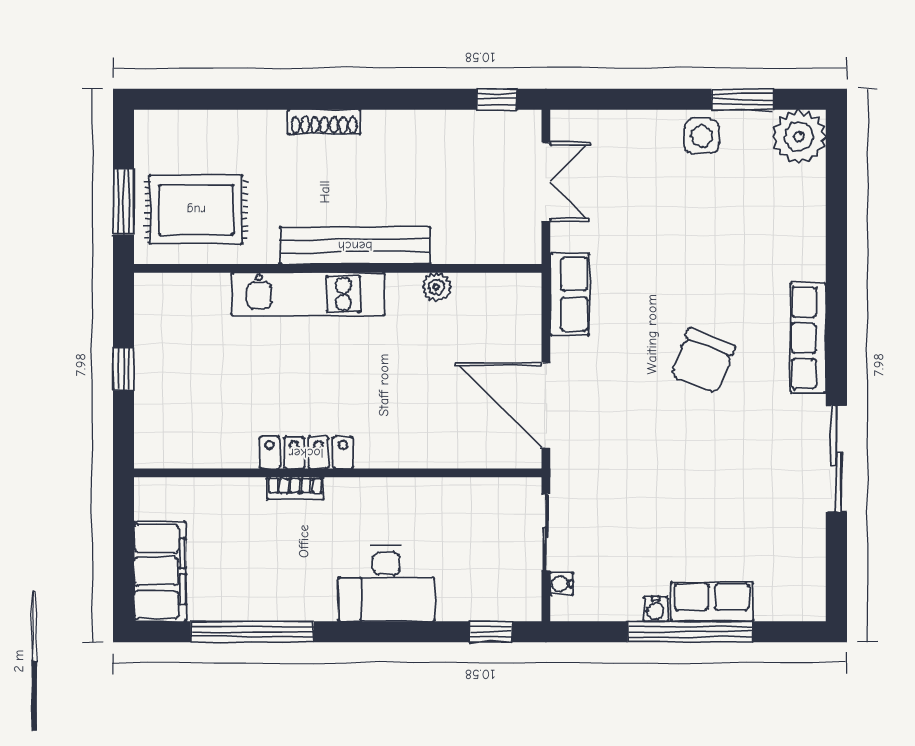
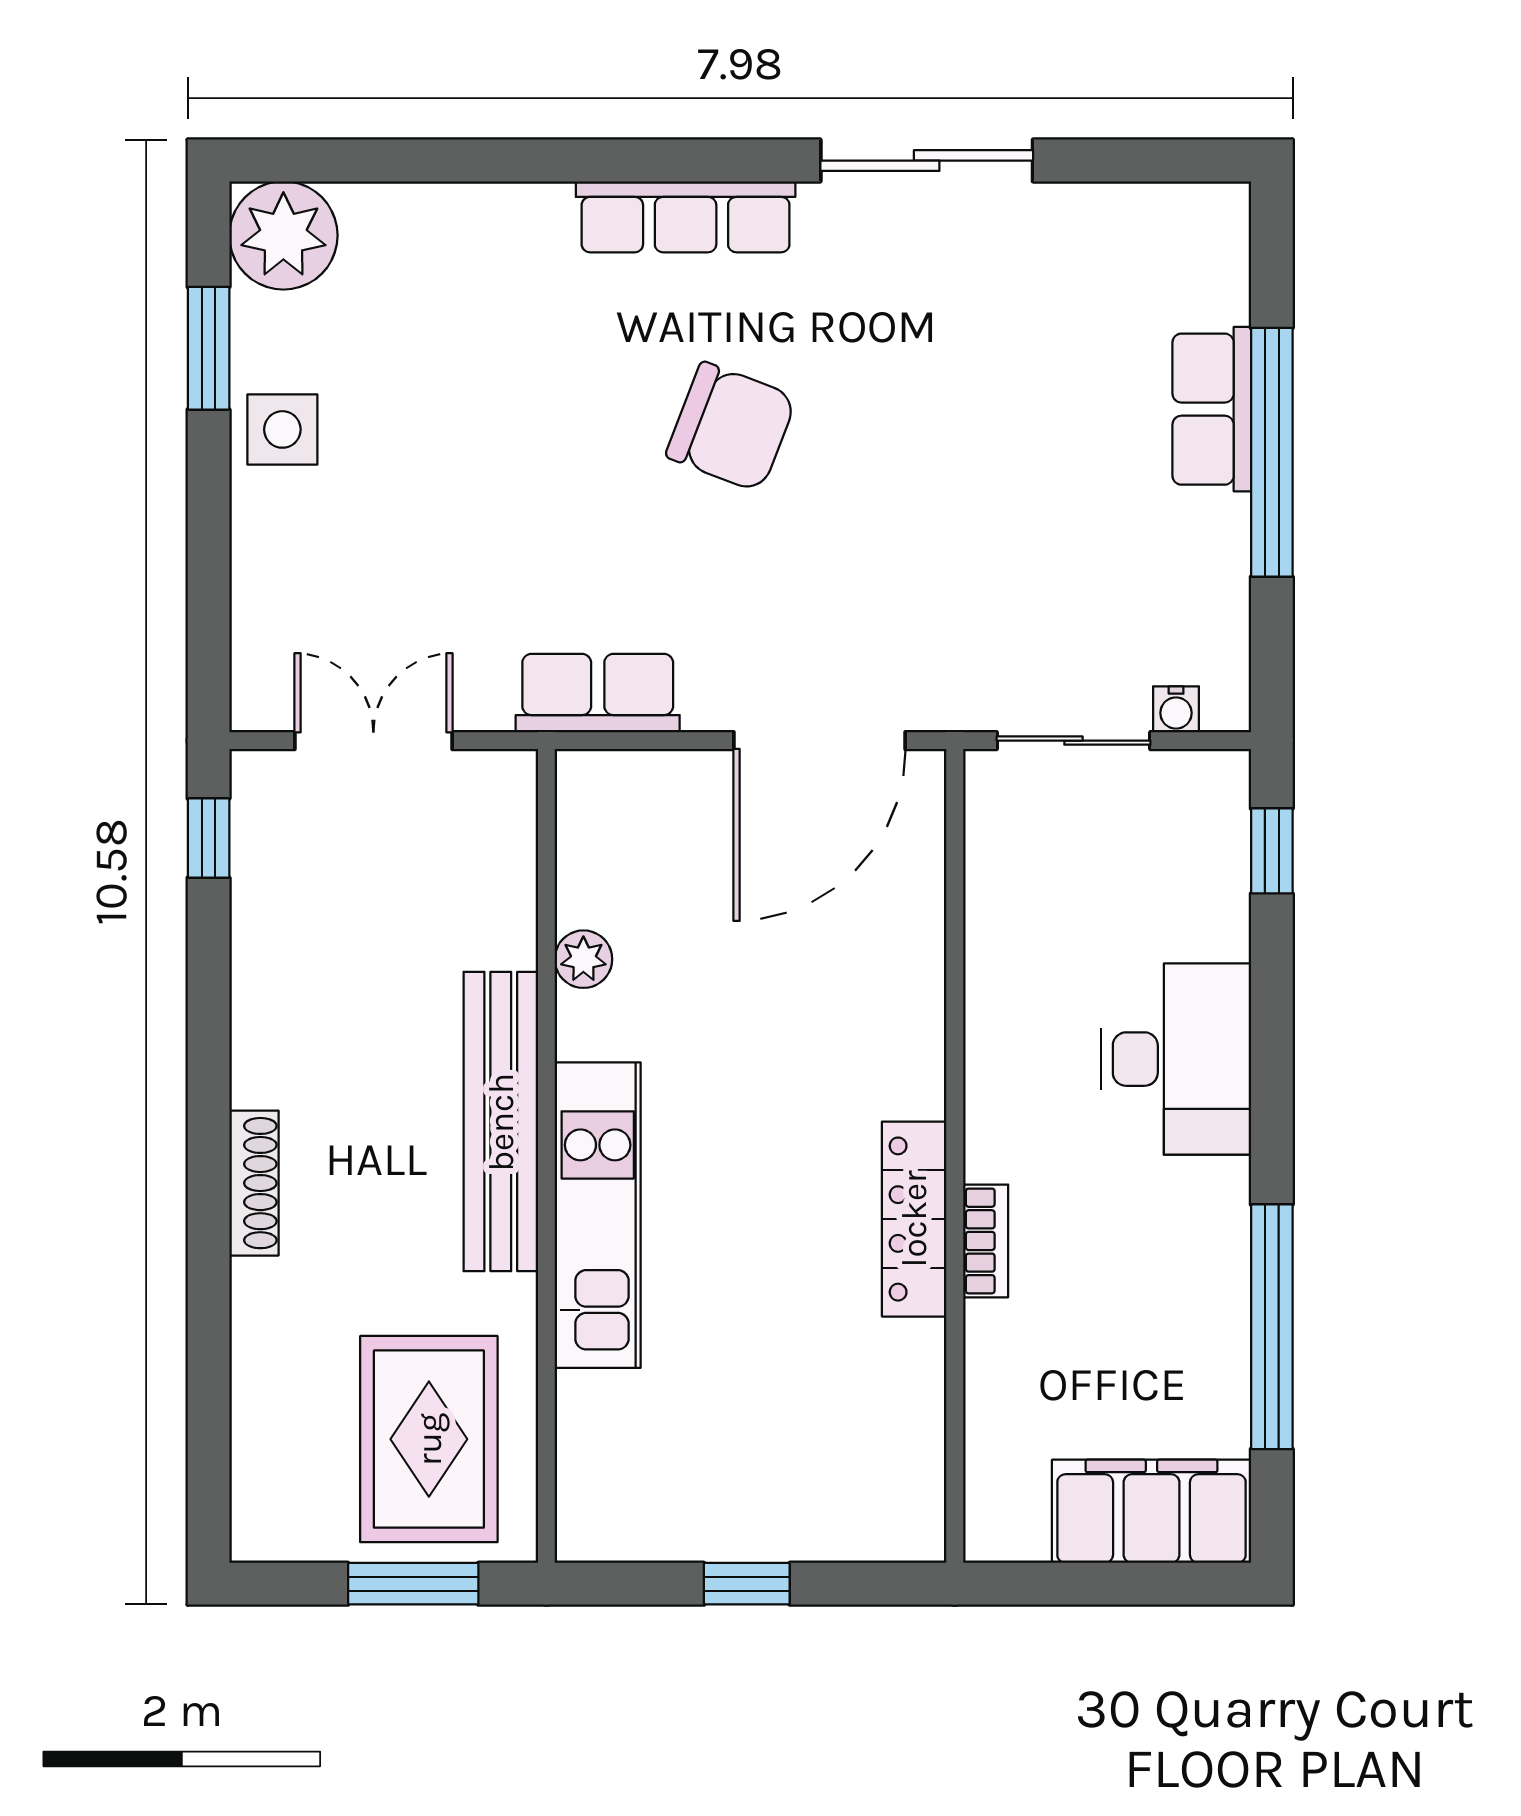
water cooler: (656, 609) -> (1226, 521), removed

